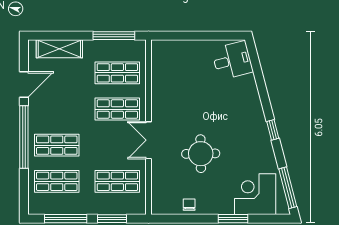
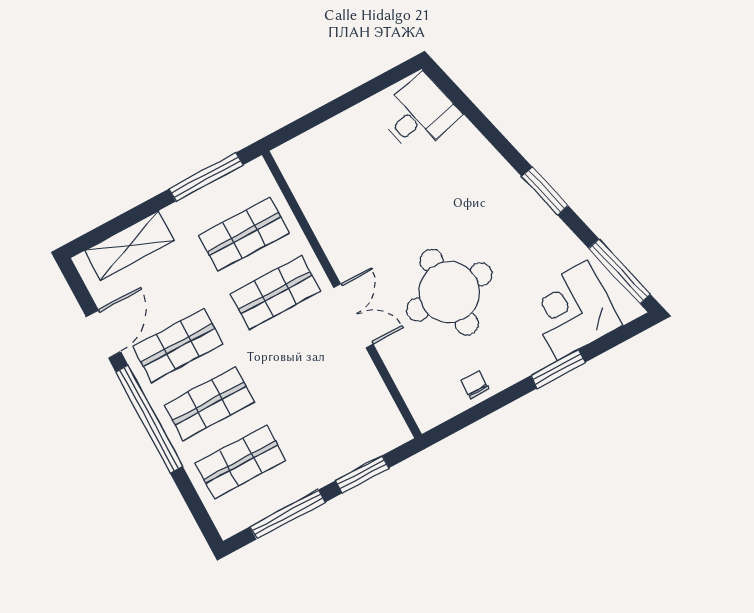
window: (273, 130) -> (545, 191), width x1.50
double door: (149, 140) -> (353, 316), swing flipped
round table: (201, 154) -> (449, 292), width x1.36, depth x1.36
shop shelf: (117, 181) -> (178, 345), moved

